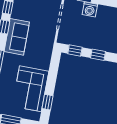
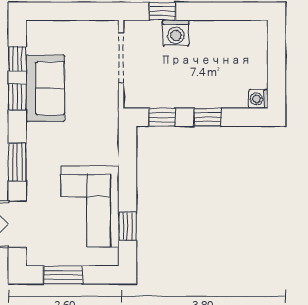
sofa: (17, 37) -> (45, 88), moved

